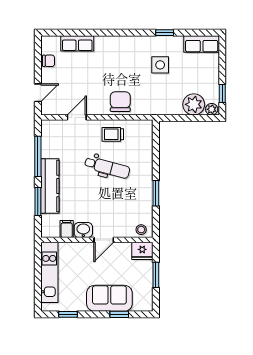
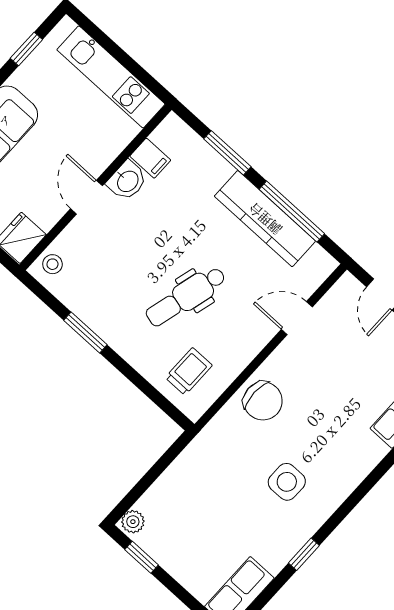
side table: (160, 65) -> (287, 482), moved
plant: (194, 104) -> (163, 502), removed
door: (77, 117) -> (297, 318), swing flipped
trolley: (113, 134) -> (189, 371), moved
kitchen counter: (50, 186) -> (265, 219), moved

